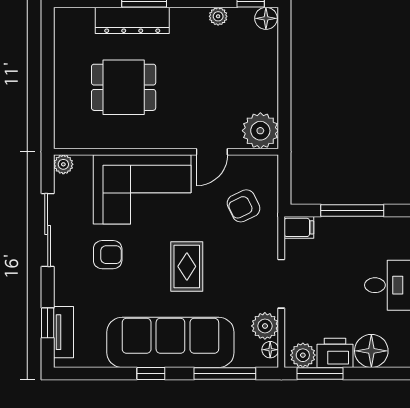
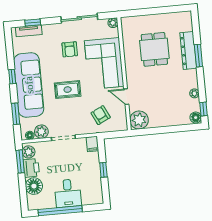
window: (352, 210) -> (103, 170), width x0.46
window: (225, 374) -> (16, 114), width x0.69

